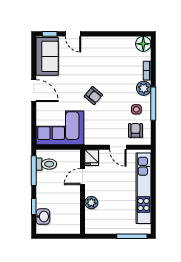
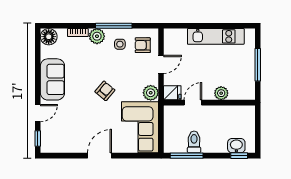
sofa: (47, 56) -> (52, 79), moved, turned 90
plant: (92, 138) -> (151, 93), added
toilet: (46, 164) -> (194, 142), moved
door: (83, 177) -> (193, 103), swing flipped
kitchen unit: (144, 188) -> (216, 36), width x0.73
window: (34, 207) -> (239, 156), moved
window: (132, 236) -> (258, 65), moved

